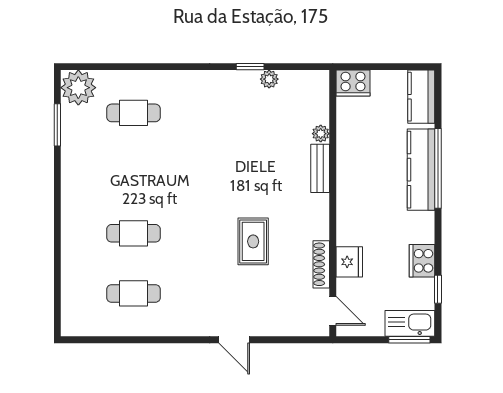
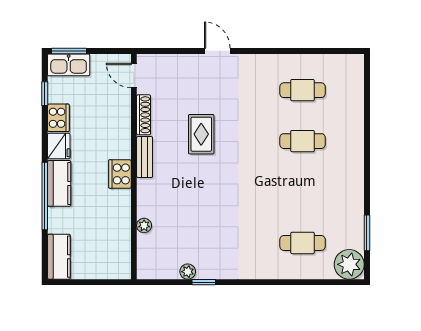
cooker: (353, 83) -> (120, 174), moved, turned -90
bench: (320, 168) -> (145, 157), moved
kitchen counter: (421, 170) -> (59, 183), width x0.67
fridge: (349, 262) -> (59, 146), moved, turned 180

